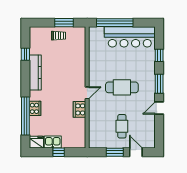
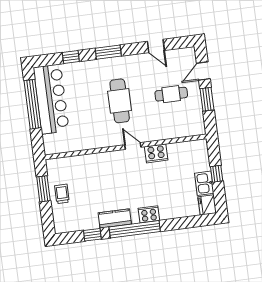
window: (115, 23) -> (32, 104), moved
kitchen counter: (35, 72) -> (115, 218), width x0.67
cooker: (35, 108) -> (149, 214), moved
door: (159, 108) -> (156, 46), moved
window: (25, 116) -> (135, 229), moved

